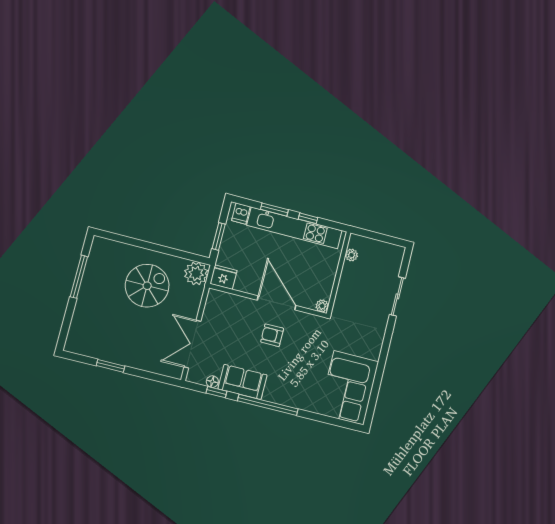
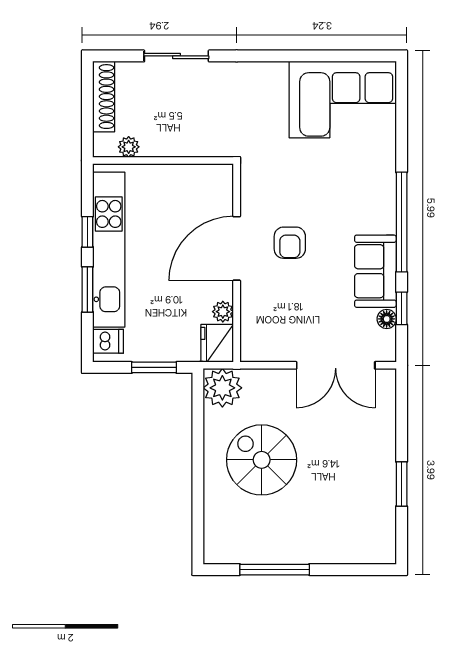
shoe rack: (384, 248) -> (104, 97), added
plant: (322, 306) -> (223, 312), moved

